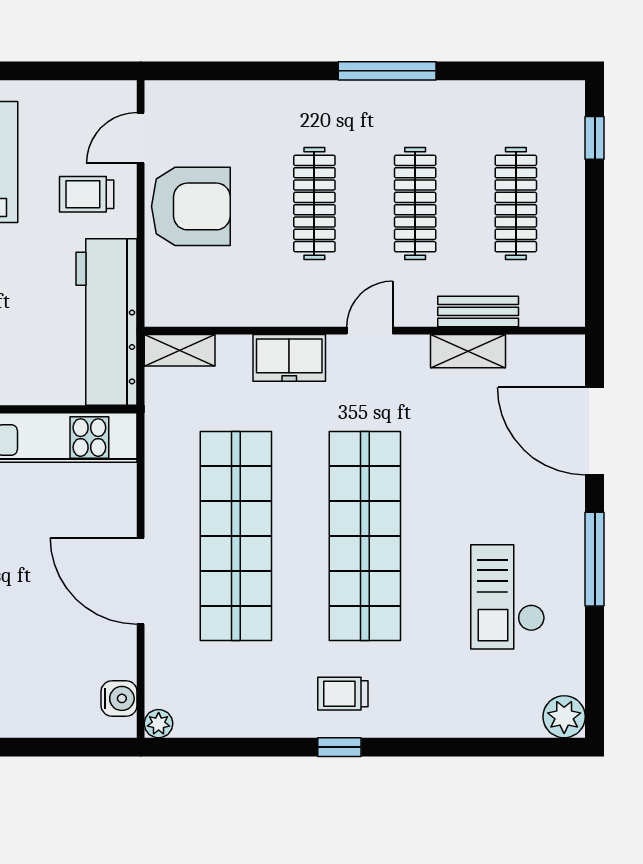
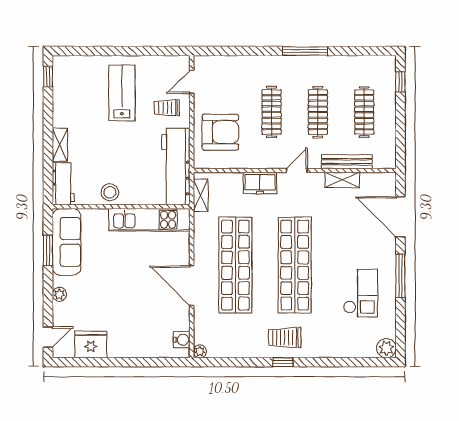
armchair: (191, 206) -> (220, 132), moved
bench: (478, 311) -> (347, 162), width x1.36
shelving: (180, 350) -> (201, 195), moved, turned 90
checkout: (508, 597) -> (360, 293), turned 180
trolley: (343, 694) -> (285, 338), width x1.36, depth x1.39

